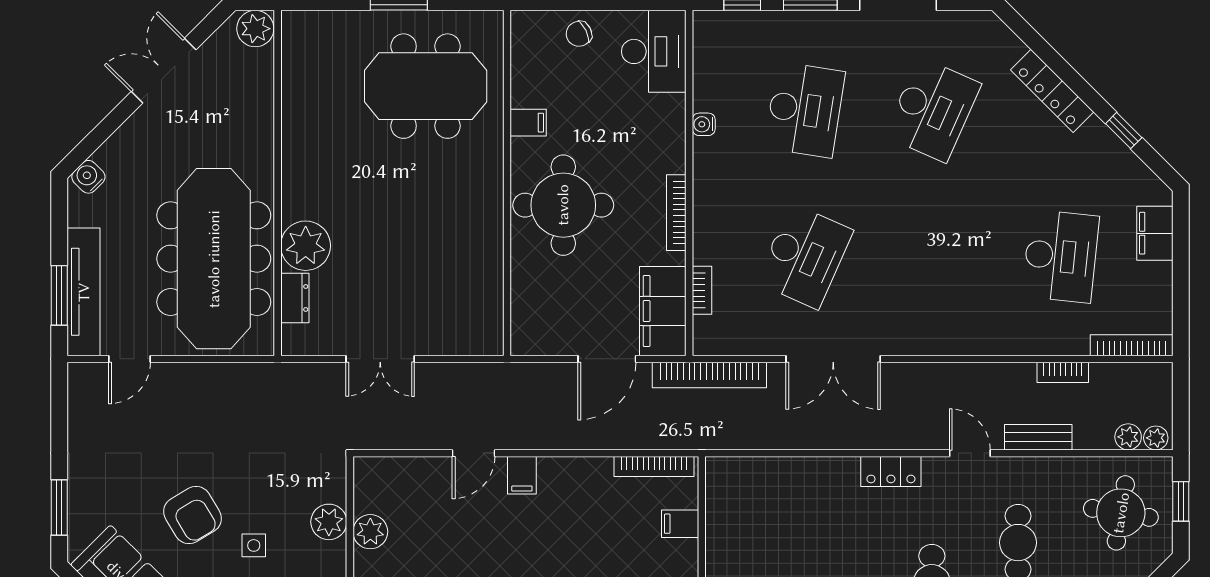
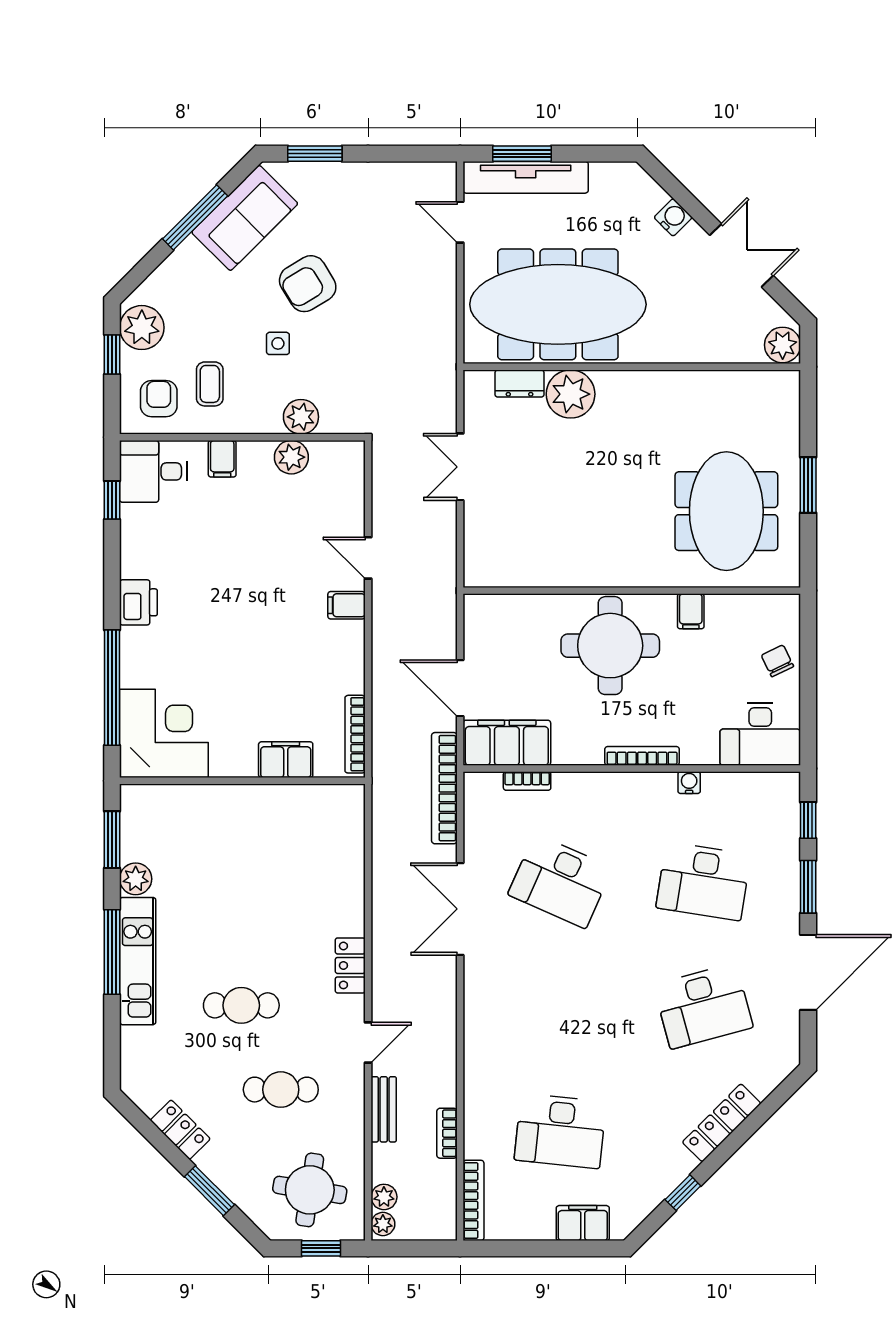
desk: (933, 110) -> (703, 1006), turned -39
water cooler: (88, 177) -> (673, 217), moved
bookcase: (676, 213) -> (642, 756), moved
filing cabinet: (680, 524) -> (286, 760), width x2.00

